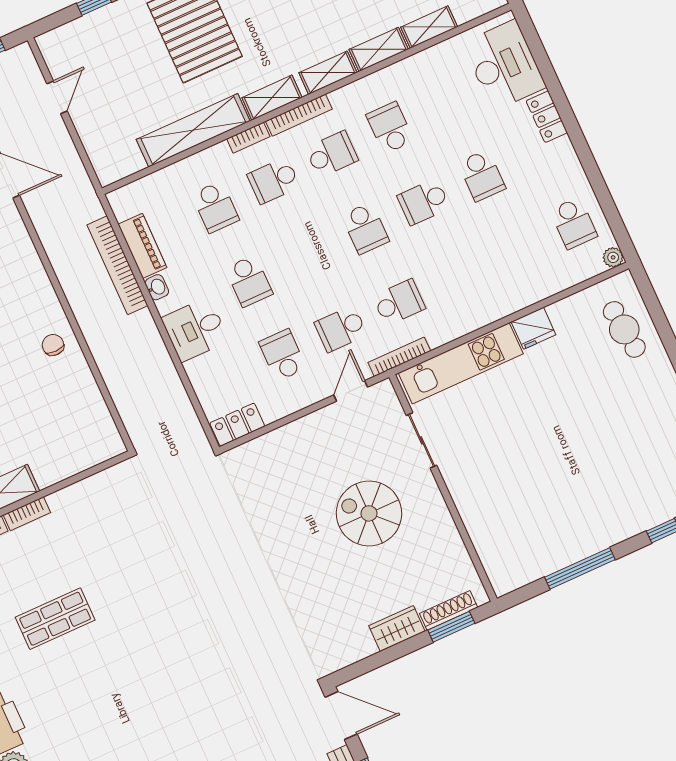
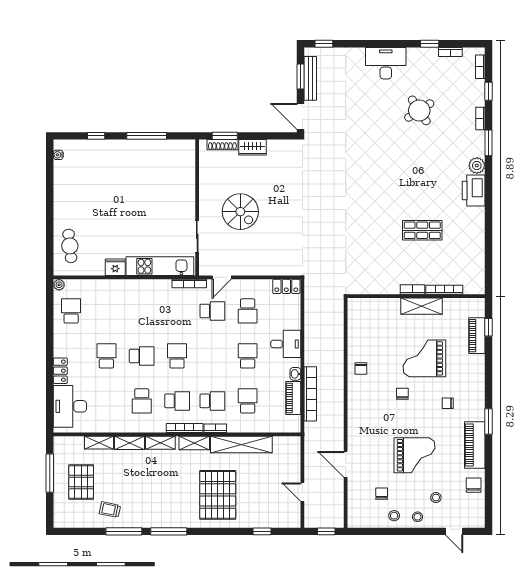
door: (57, 97) -> (302, 492), hinge flipped
school desk: (332, 154) -> (177, 401), turned 180
school desk: (399, 302) -> (177, 311), removed

